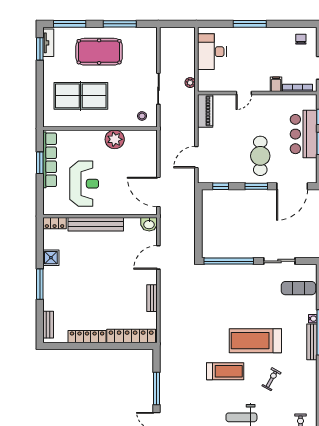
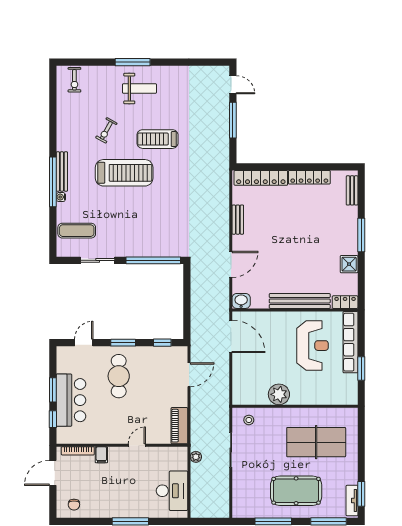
row of seats: (50, 160) -> (350, 342), moved
reception desk: (84, 184) -> (312, 346), turned 180
door: (292, 186) -> (84, 343), width x0.53

